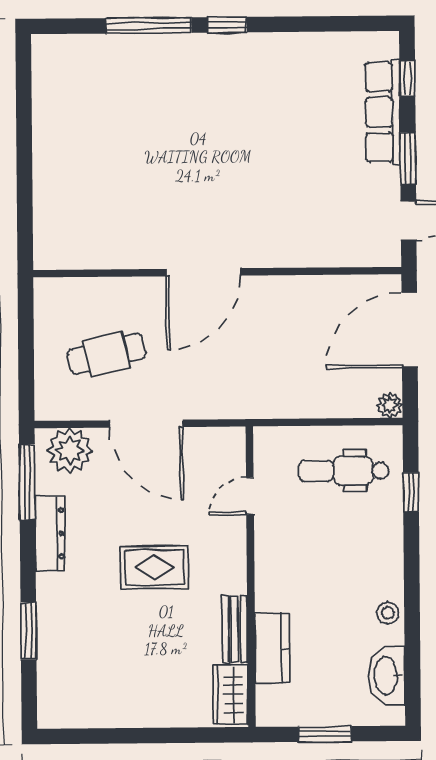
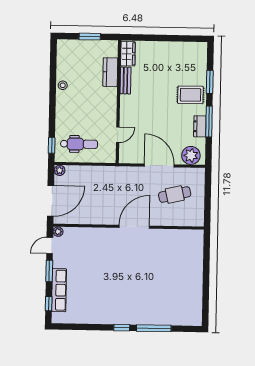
plant: (389, 255) -> (58, 232), added
window: (27, 482) -> (209, 121), moved
window: (411, 492) -> (52, 145), moved
dresser: (50, 533) -> (200, 126), width x0.70
rug: (154, 567) -> (190, 95), moved
washbasin: (387, 675) -> (64, 60), removed

